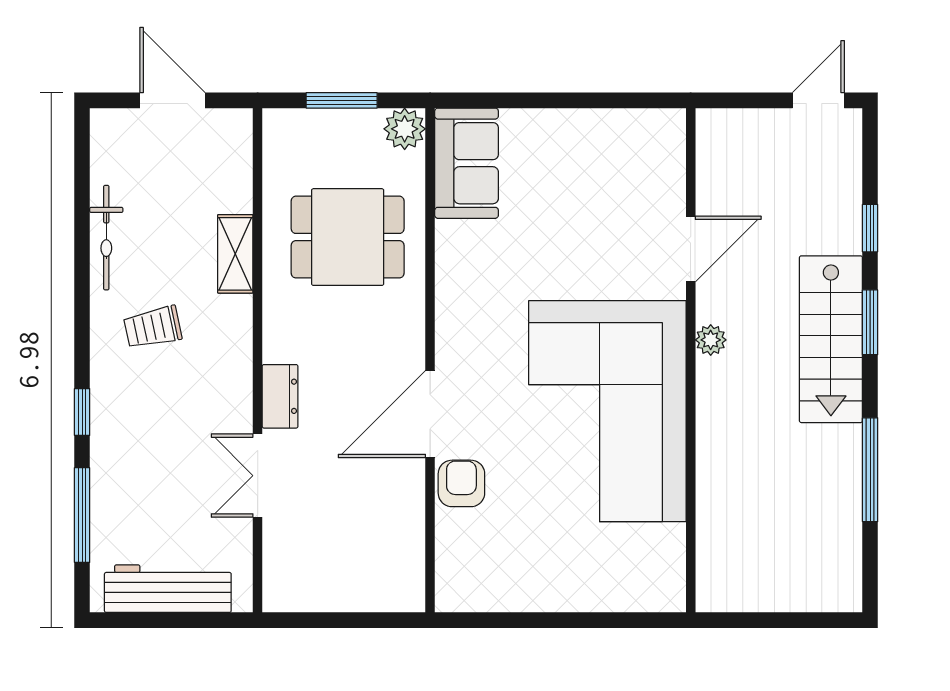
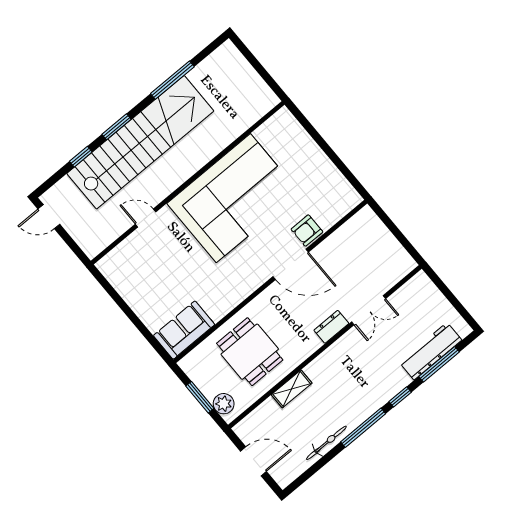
door: (173, 100) -> (253, 461), swing flipped
plant: (405, 129) -> (224, 404), moved
door: (691, 249) -> (146, 218), width x0.73
window: (82, 314) -> (363, 428), added
trolley: (153, 327) -> (346, 397), removed
stairs: (831, 339) -> (140, 142), width x1.86, depth x1.51
plant: (711, 340) -> (174, 182), removed
workbench: (168, 589) -> (430, 351), moved, turned 90

